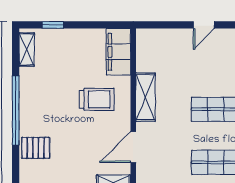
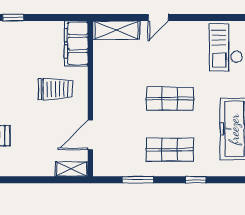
shelving: (145, 97) -> (116, 30), moved, turned 90

